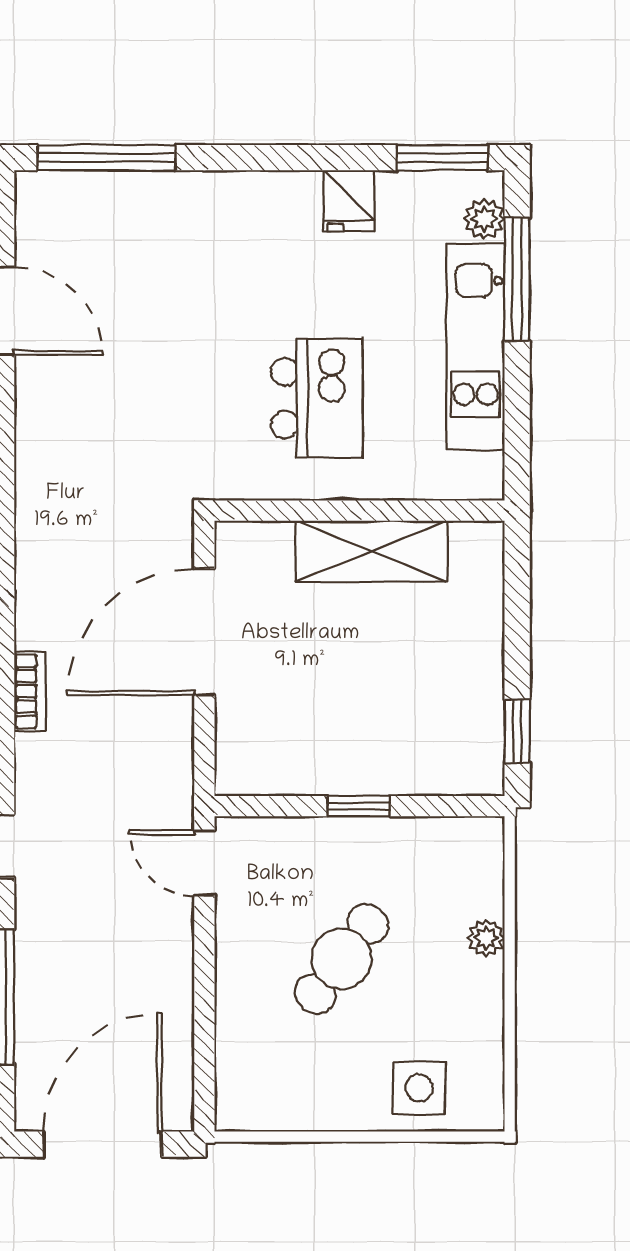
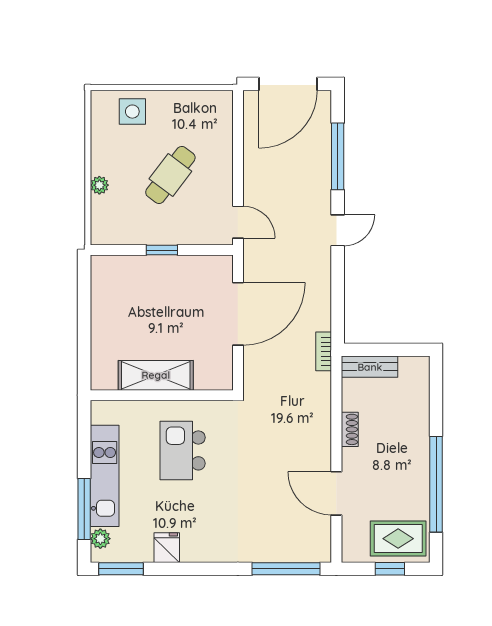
door: (204, 632) -> (238, 314), moved
bookcase: (30, 691) -> (324, 351), moved
window: (517, 731) -> (84, 287), removed

